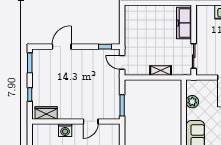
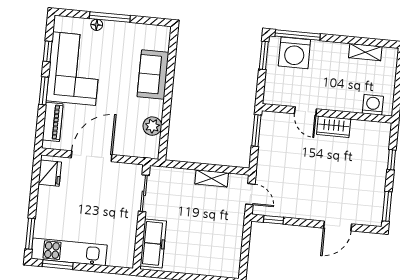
shelving: (161, 70) -> (212, 178), moved
wardrobe: (46, 113) -> (334, 127), moved
door: (91, 121) -> (305, 111), swing flipped
washing machine: (65, 130) -> (373, 105), moved

